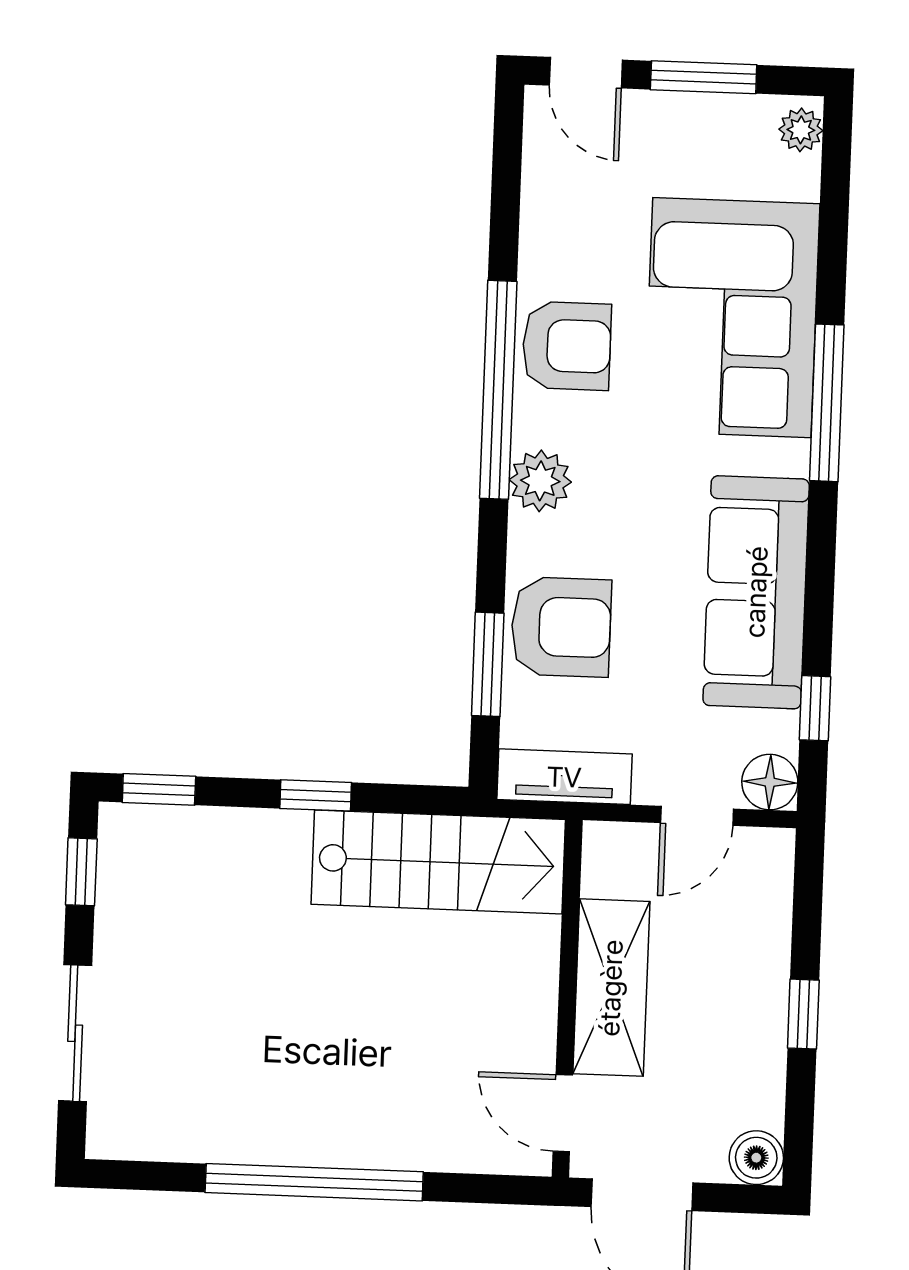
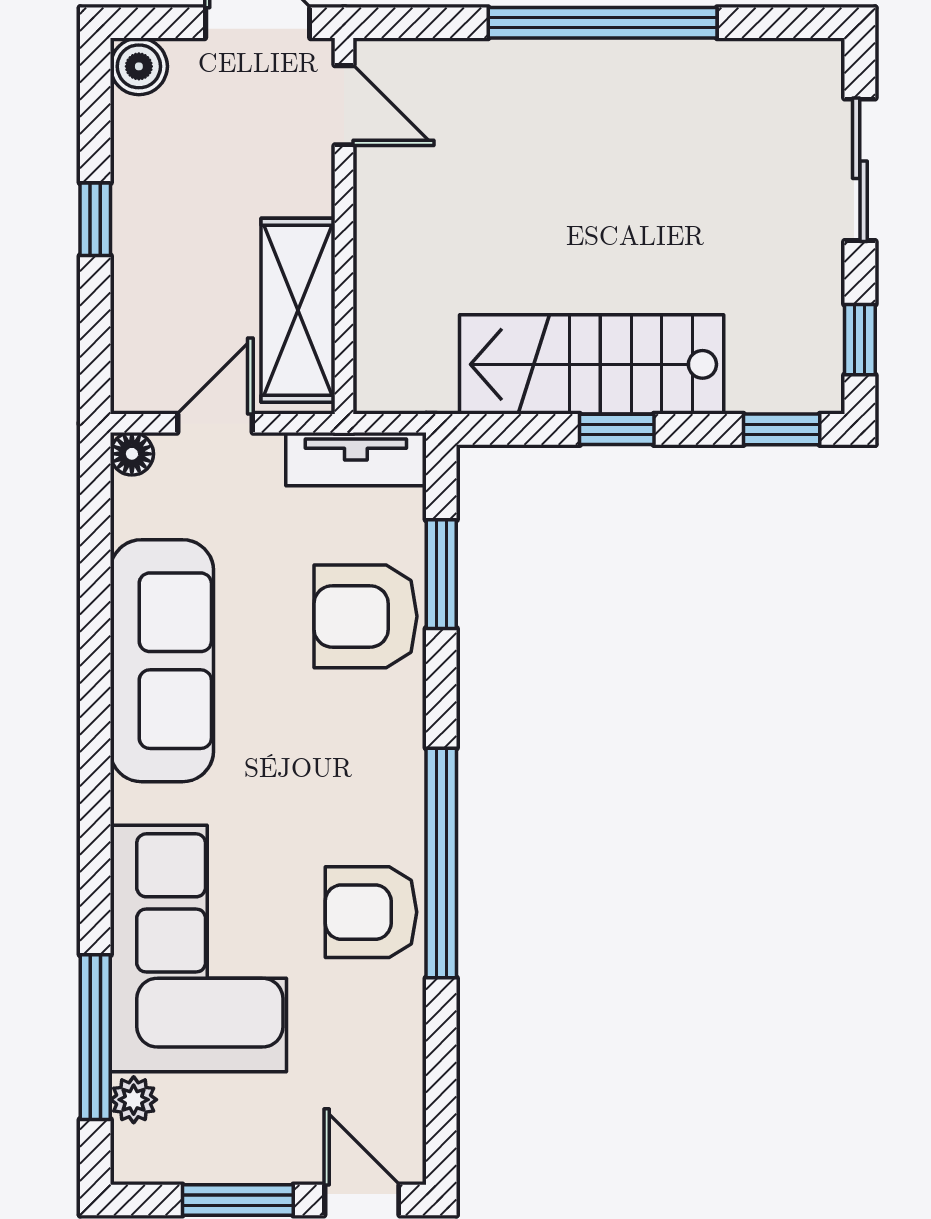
plant: (801, 130) -> (134, 1100), moved
window: (827, 403) -> (95, 1037), moved
plant: (540, 481) -> (393, 769), removed
window: (815, 708) -> (95, 541), removed
floor lamp: (770, 782) -> (132, 454), width x0.73, depth x0.73
stairs: (438, 862) -> (592, 364), moved
shelving: (611, 988) -> (298, 310), moved

